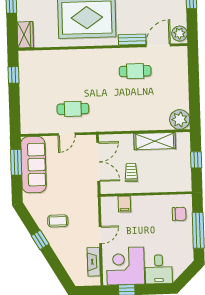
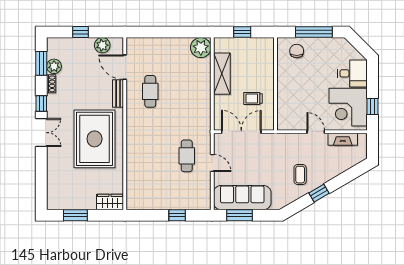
plant: (179, 34) -> (102, 45), moved
window: (13, 75) -> (177, 215), moved
filing cabinet: (124, 204) -> (285, 106), removed

